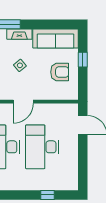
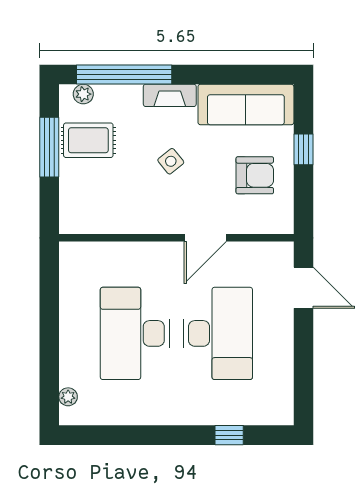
door: (23, 102) -> (205, 238), moved
desk: (42, 147) -> (218, 333), turned 180

